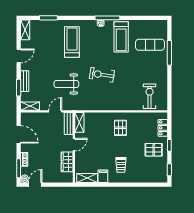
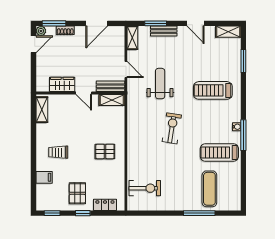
treadmill: (72, 42) -> (213, 90), turned 180
filing cabinet: (103, 176) -> (44, 177), moved
door: (35, 185) -> (33, 44), hinge flipped

